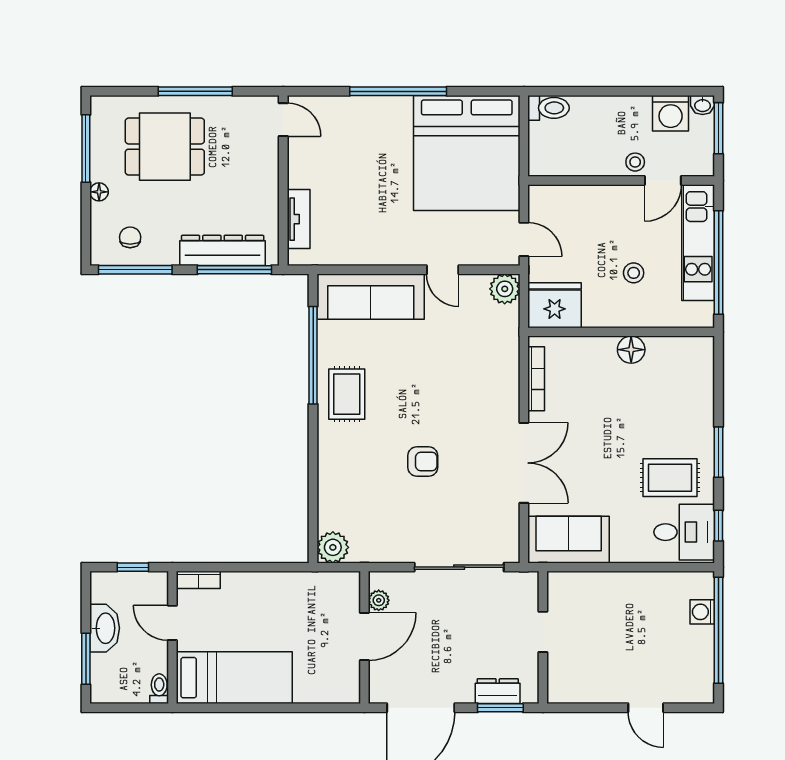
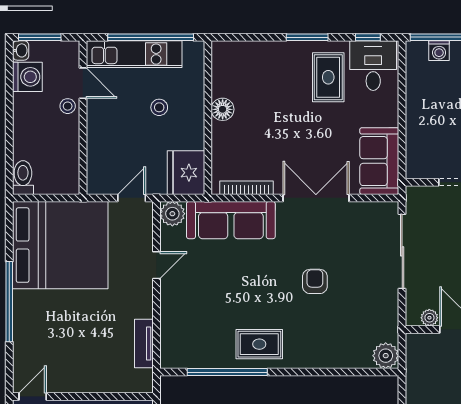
tv unit: (299, 219) -> (144, 343), moved, turned -90
sofa: (371, 297) -> (231, 220), moved, turned 90

